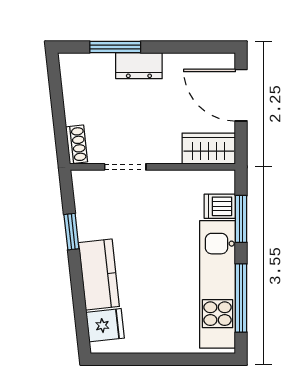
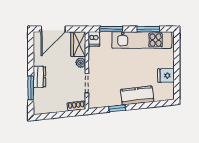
plant: (169, 153) -> (81, 63), added
dishwasher: (220, 206) -> (94, 39), moved
window: (241, 298) -> (148, 29), width x0.69
fridge: (105, 325) -> (166, 76), moved, turned -84

